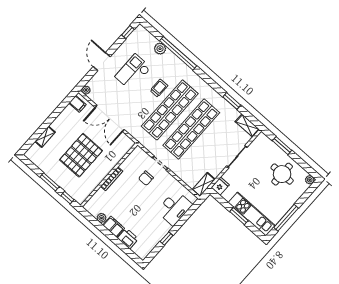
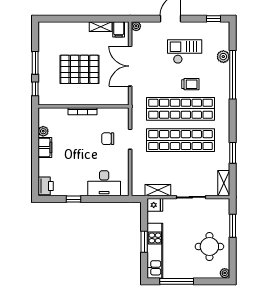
shelving: (45, 137) -> (101, 27), moved
shelving: (204, 184) -> (158, 190), moved
printer: (128, 238) -> (46, 186), moved

